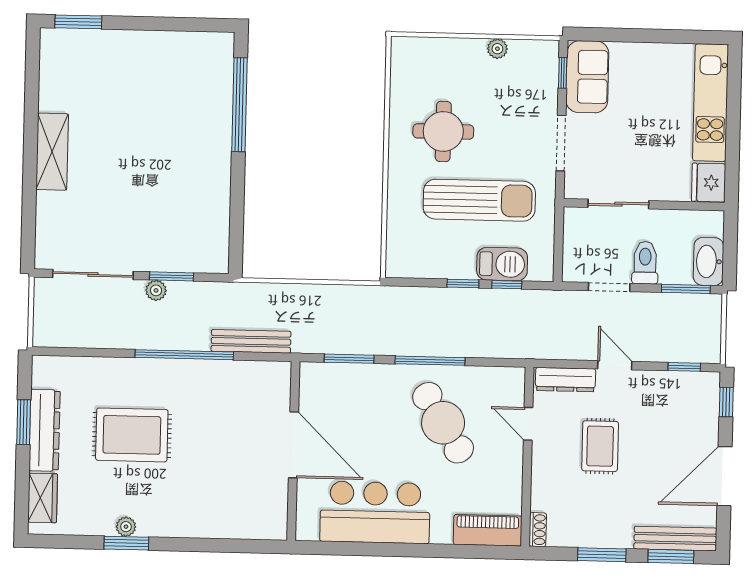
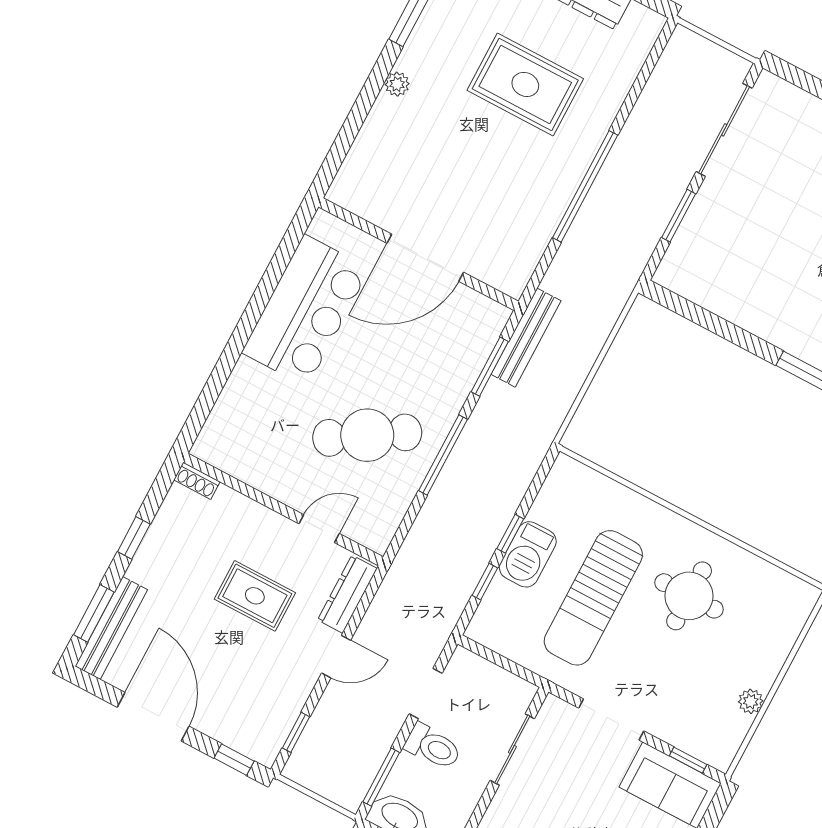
barbecue: (502, 264) -> (528, 554), moved
plant: (156, 290) -> (672, 191), removed
bench: (251, 341) -> (526, 338), moved
rug: (132, 435) -> (525, 84), turned 90
plant: (126, 527) -> (397, 84), moved
piano: (488, 530) -> (224, 425), removed
window: (602, 555) -> (134, 538), width x0.67

